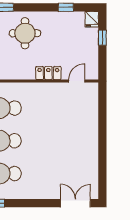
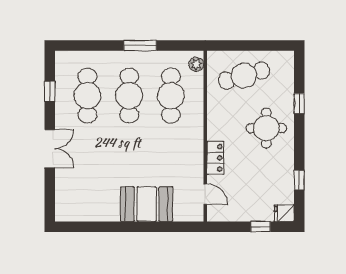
booth: (85, 127) -> (147, 204), added
double door: (75, 203) -> (50, 149), moved

